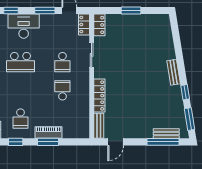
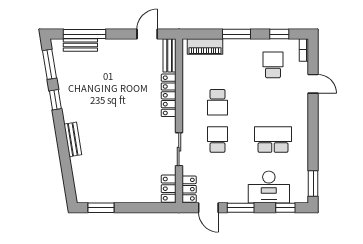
window: (131, 11) -> (101, 208), moved
bench: (174, 72) -> (73, 139), moved
piano: (49, 132) -> (205, 46), moved

